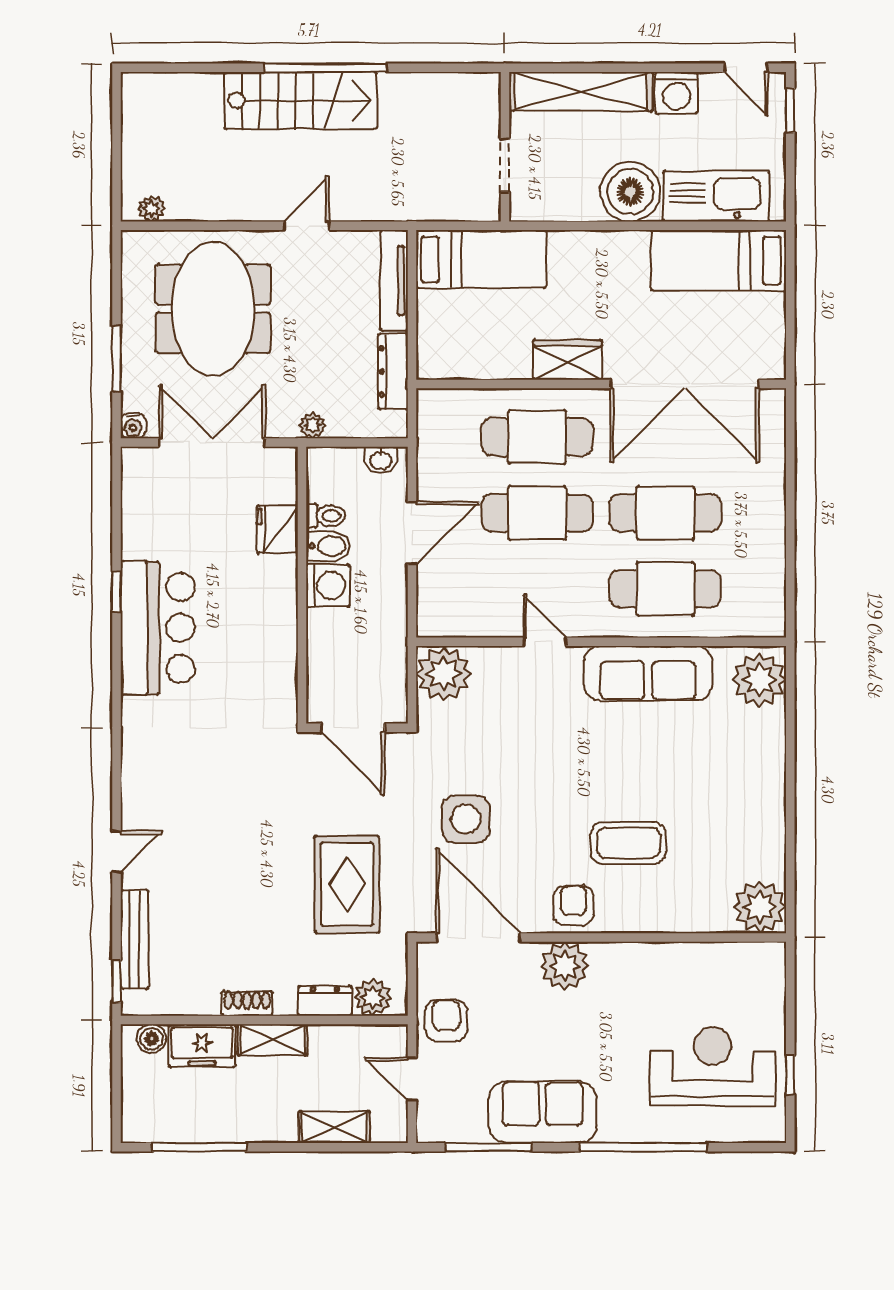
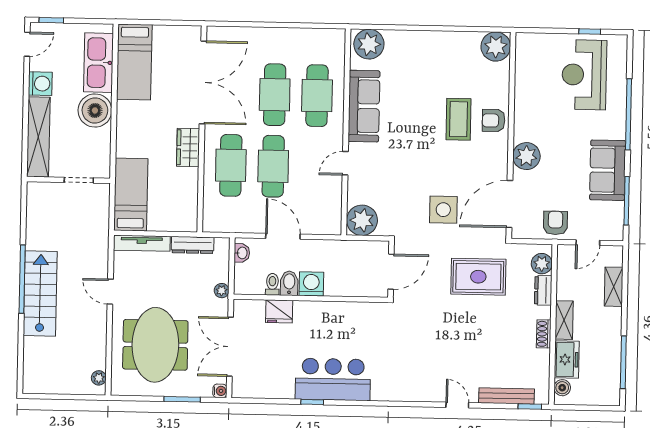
meeting table: (213, 309) -> (155, 345), turned 90
armchair: (573, 905) -> (494, 120), moved
armchair: (446, 1020) -> (555, 223), turned 90

